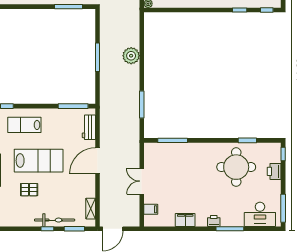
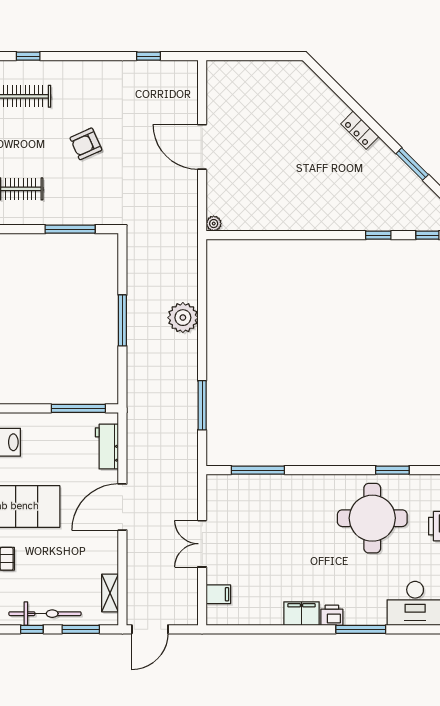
filing cabinet: (185, 220) -> (302, 614), moved

